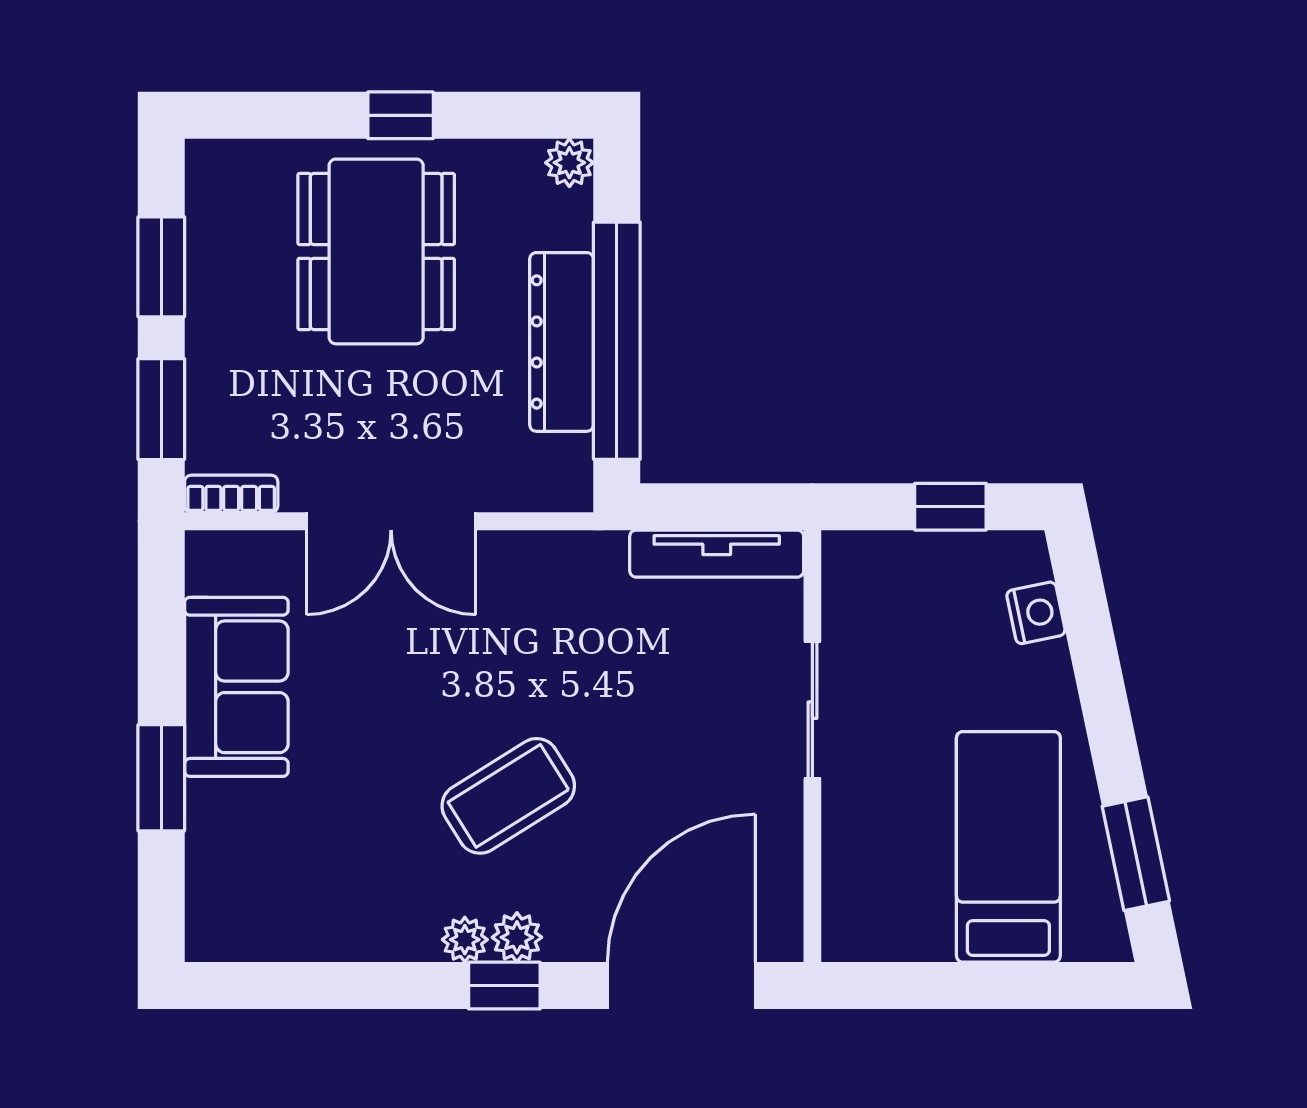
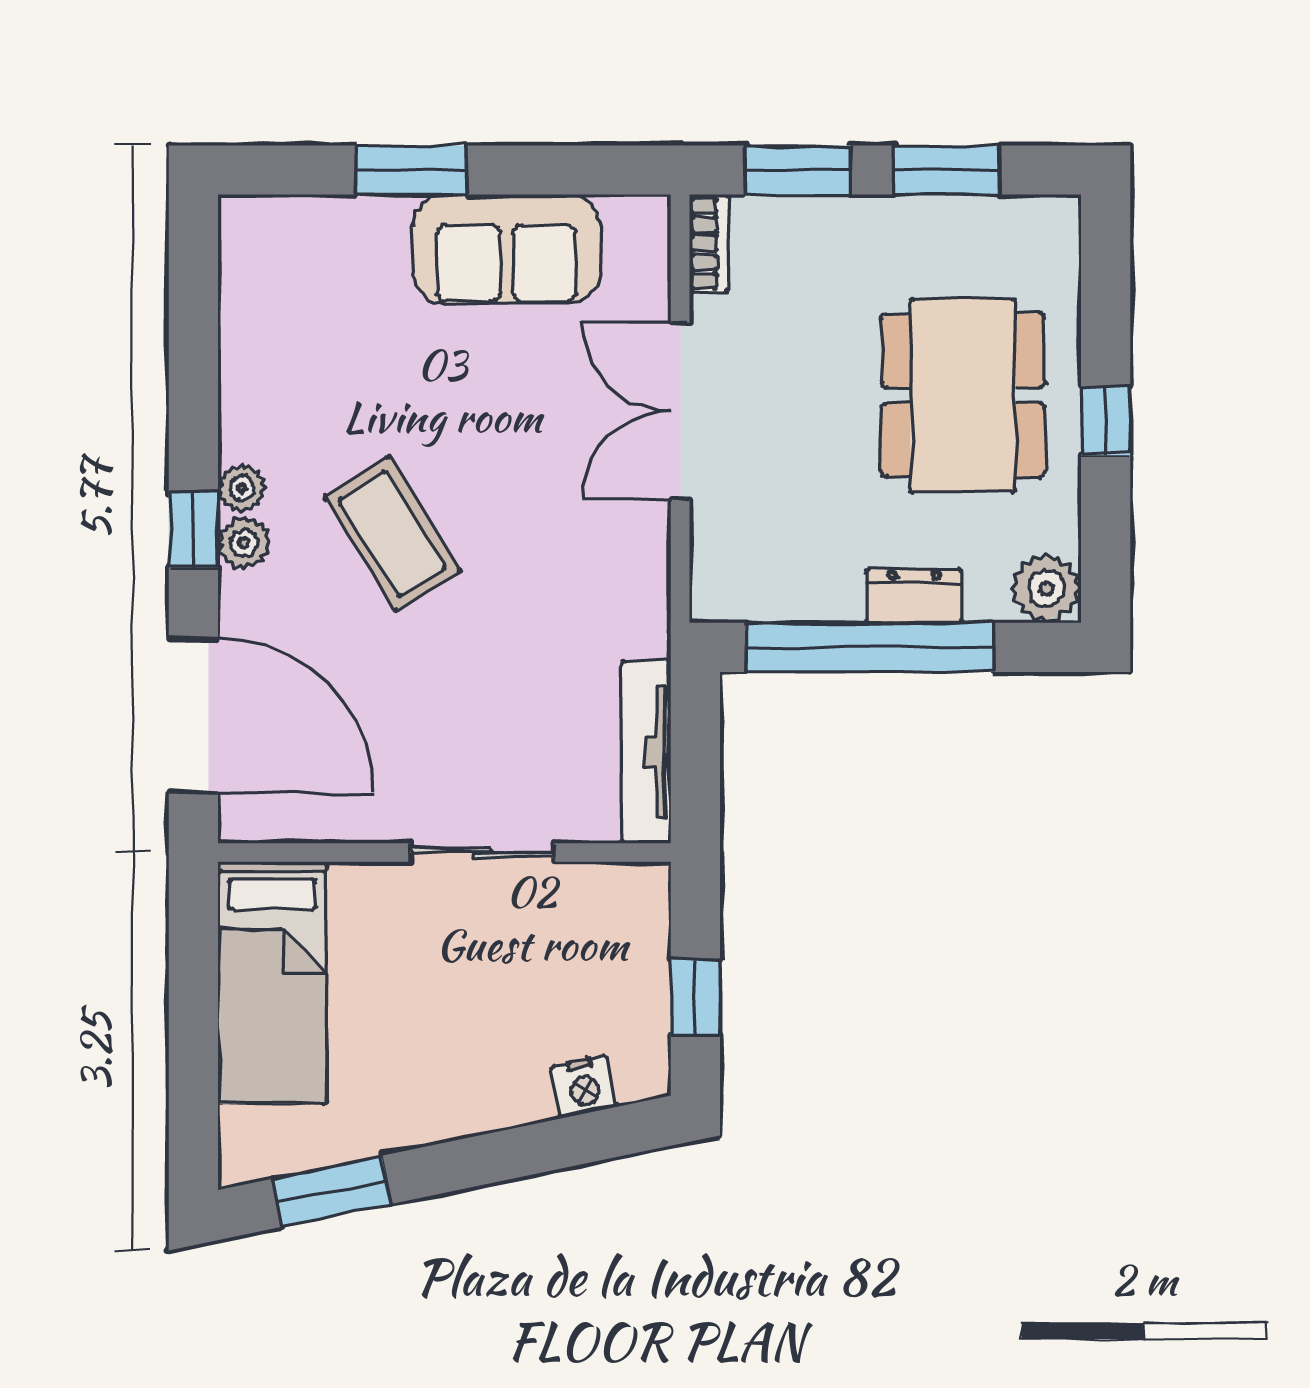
plant: (569, 163) -> (1046, 588), width x1.38, depth x1.38
dining table: (376, 251) -> (963, 395), turned 90
dresser: (562, 342) -> (914, 596), width x0.51, depth x0.80
bed: (1008, 847) -> (272, 983), moved, turned 90

